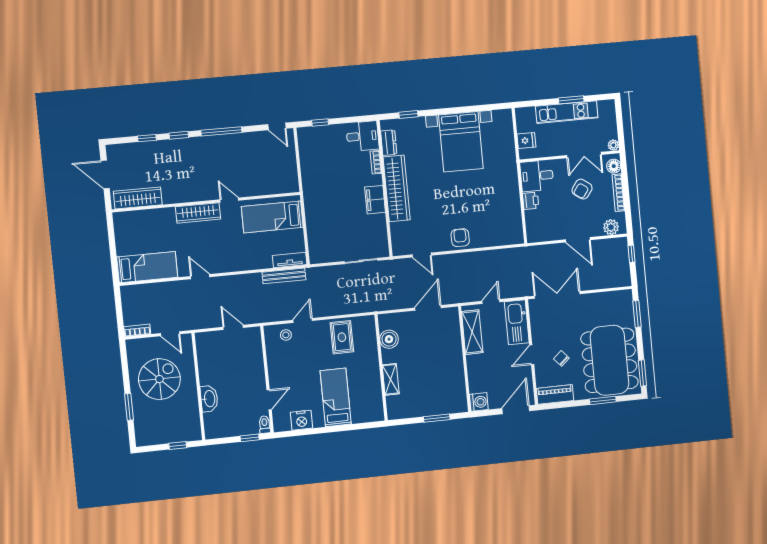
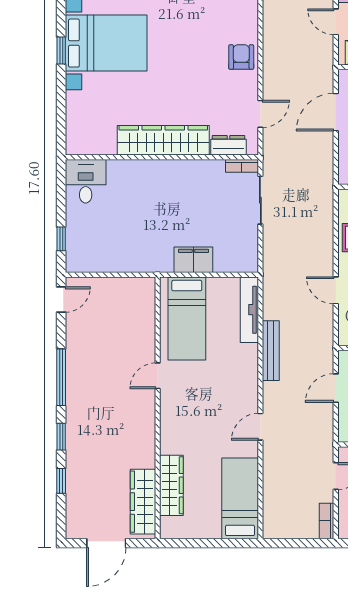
window: (408, 115) -> (61, 51), moved
dresser: (389, 143) -> (228, 145), moved
bookcase: (376, 162) -> (242, 166), moved
filing cabinet: (375, 200) -> (193, 260), moved, turned 180
wardrobe: (198, 213) -> (171, 485), moved
armchair: (460, 238) -> (241, 57), turned 90
tv unit: (290, 260) -> (249, 310), width x1.41
bench: (284, 276) -> (271, 351), moved
door: (428, 308) -> (336, 112), hinge flipped

